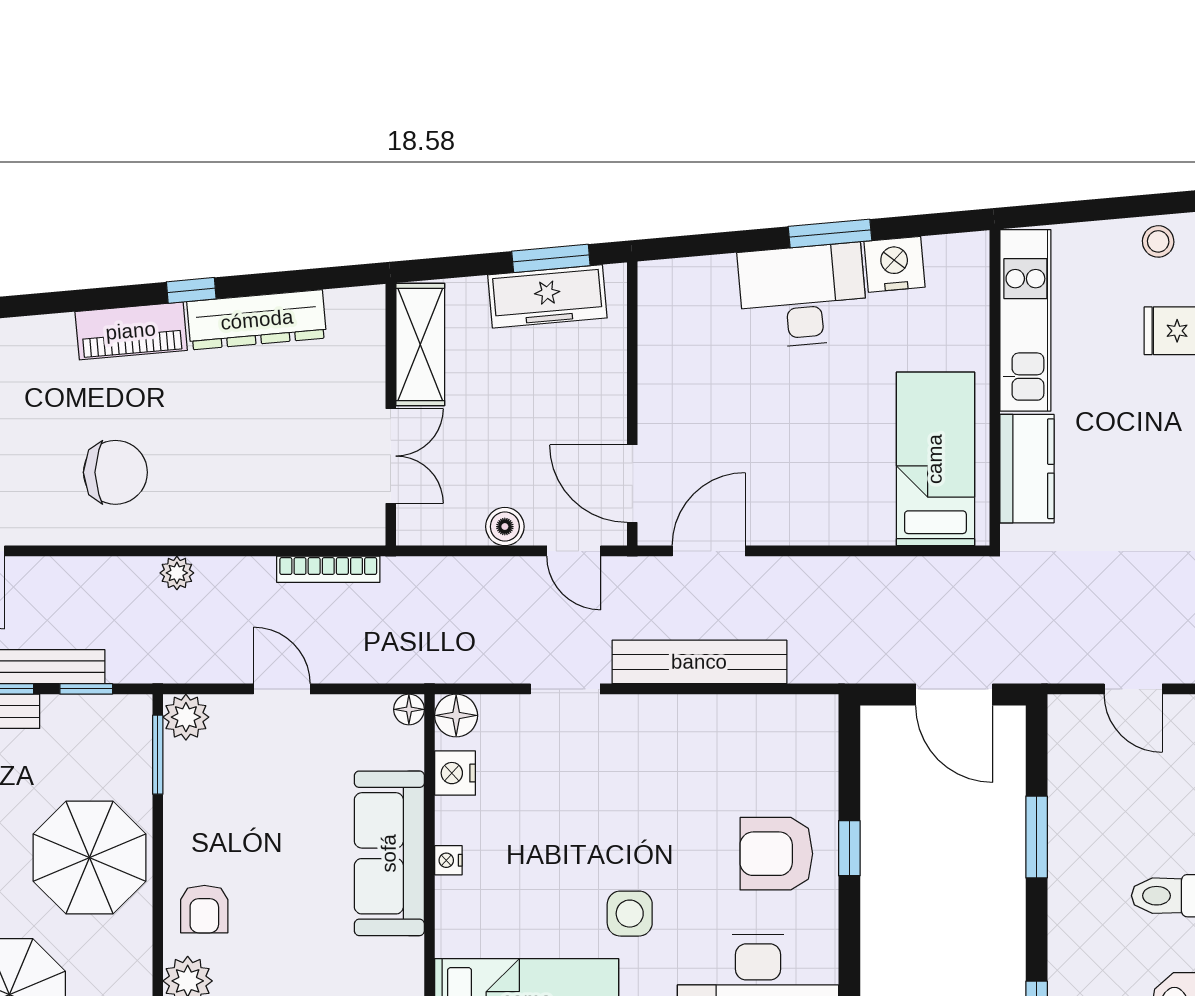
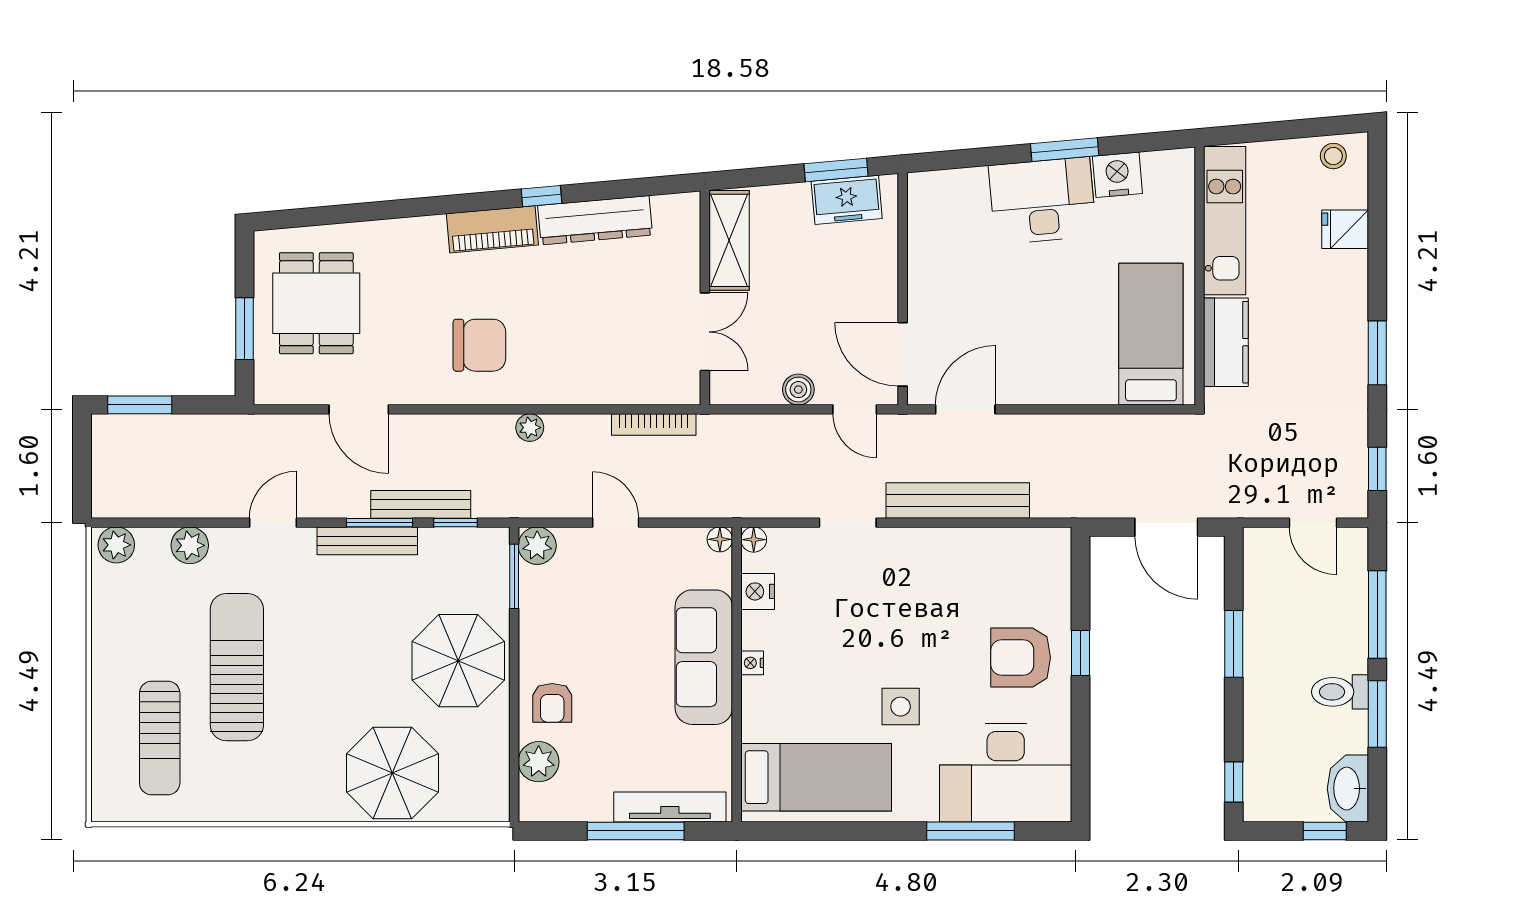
freezer: (547, 296) -> (847, 200), width x0.71
floor lamp: (456, 715) -> (754, 540), width x0.73, depth x0.73

